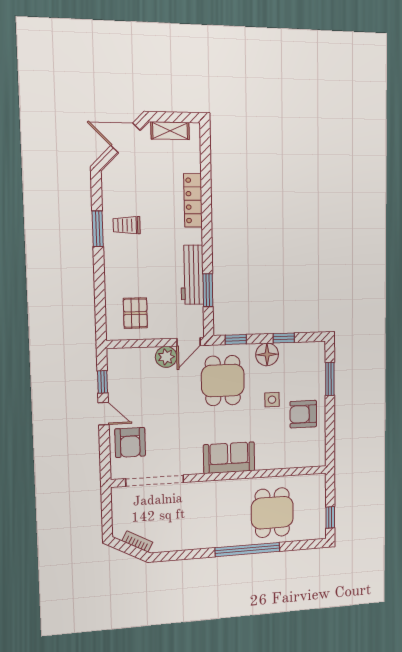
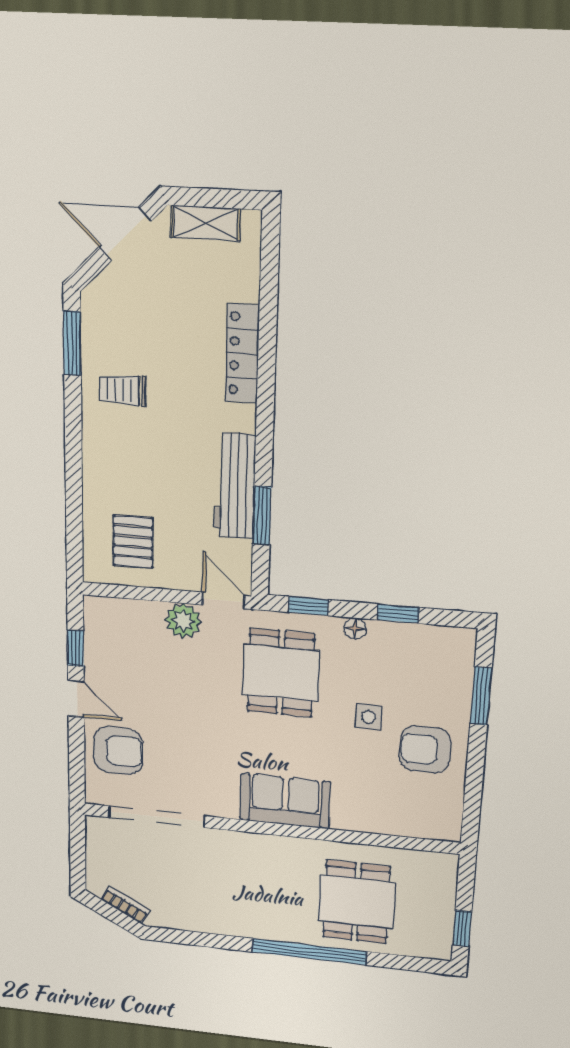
window: (98, 229) -> (72, 343), moved
door: (189, 342) -> (223, 600), swing flipped
floor lamp: (267, 354) -> (355, 628), width x0.53, depth x0.53
armchair: (130, 442) -> (118, 751), turned -90

